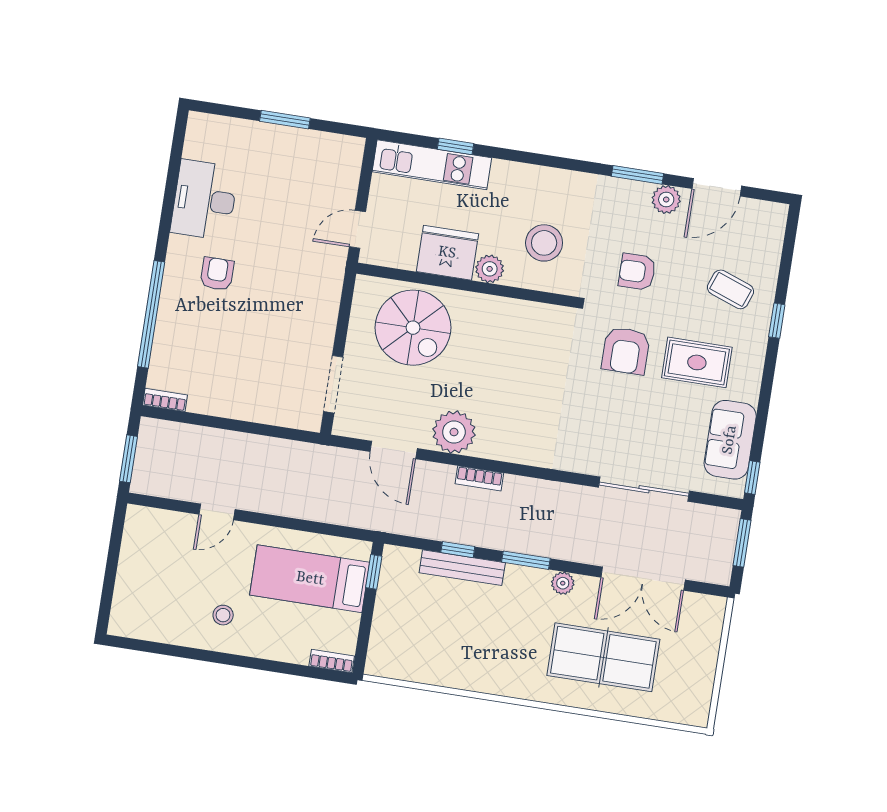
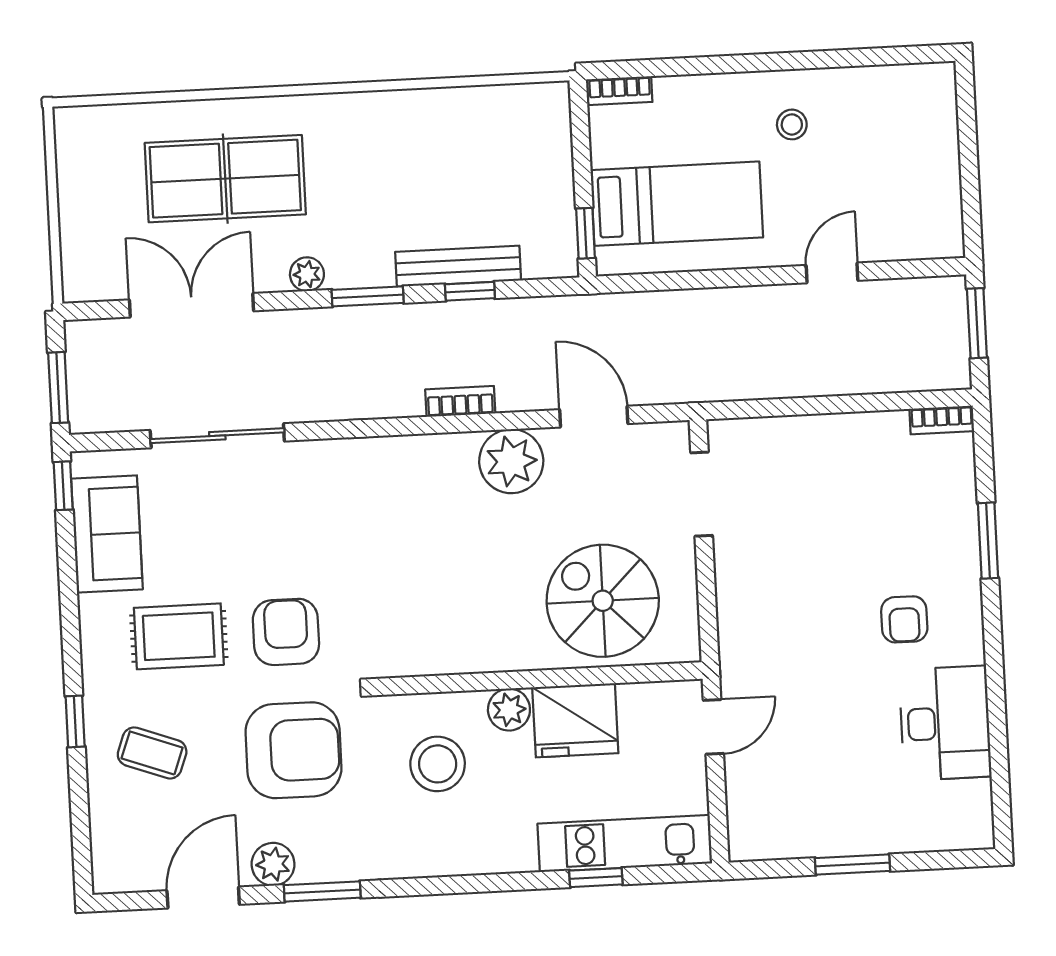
armchair: (637, 272) -> (293, 750), width x1.88, depth x1.88
window: (151, 314) -> (988, 541), width x0.47

